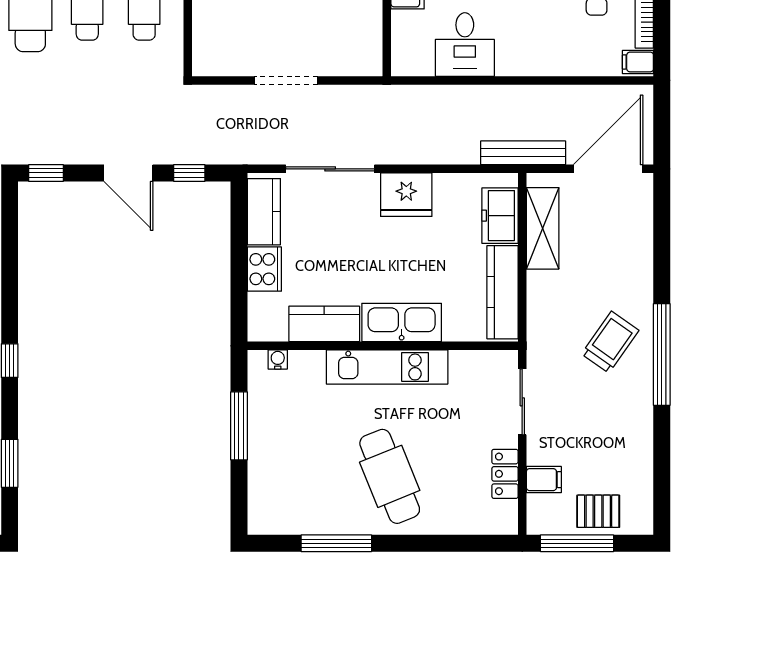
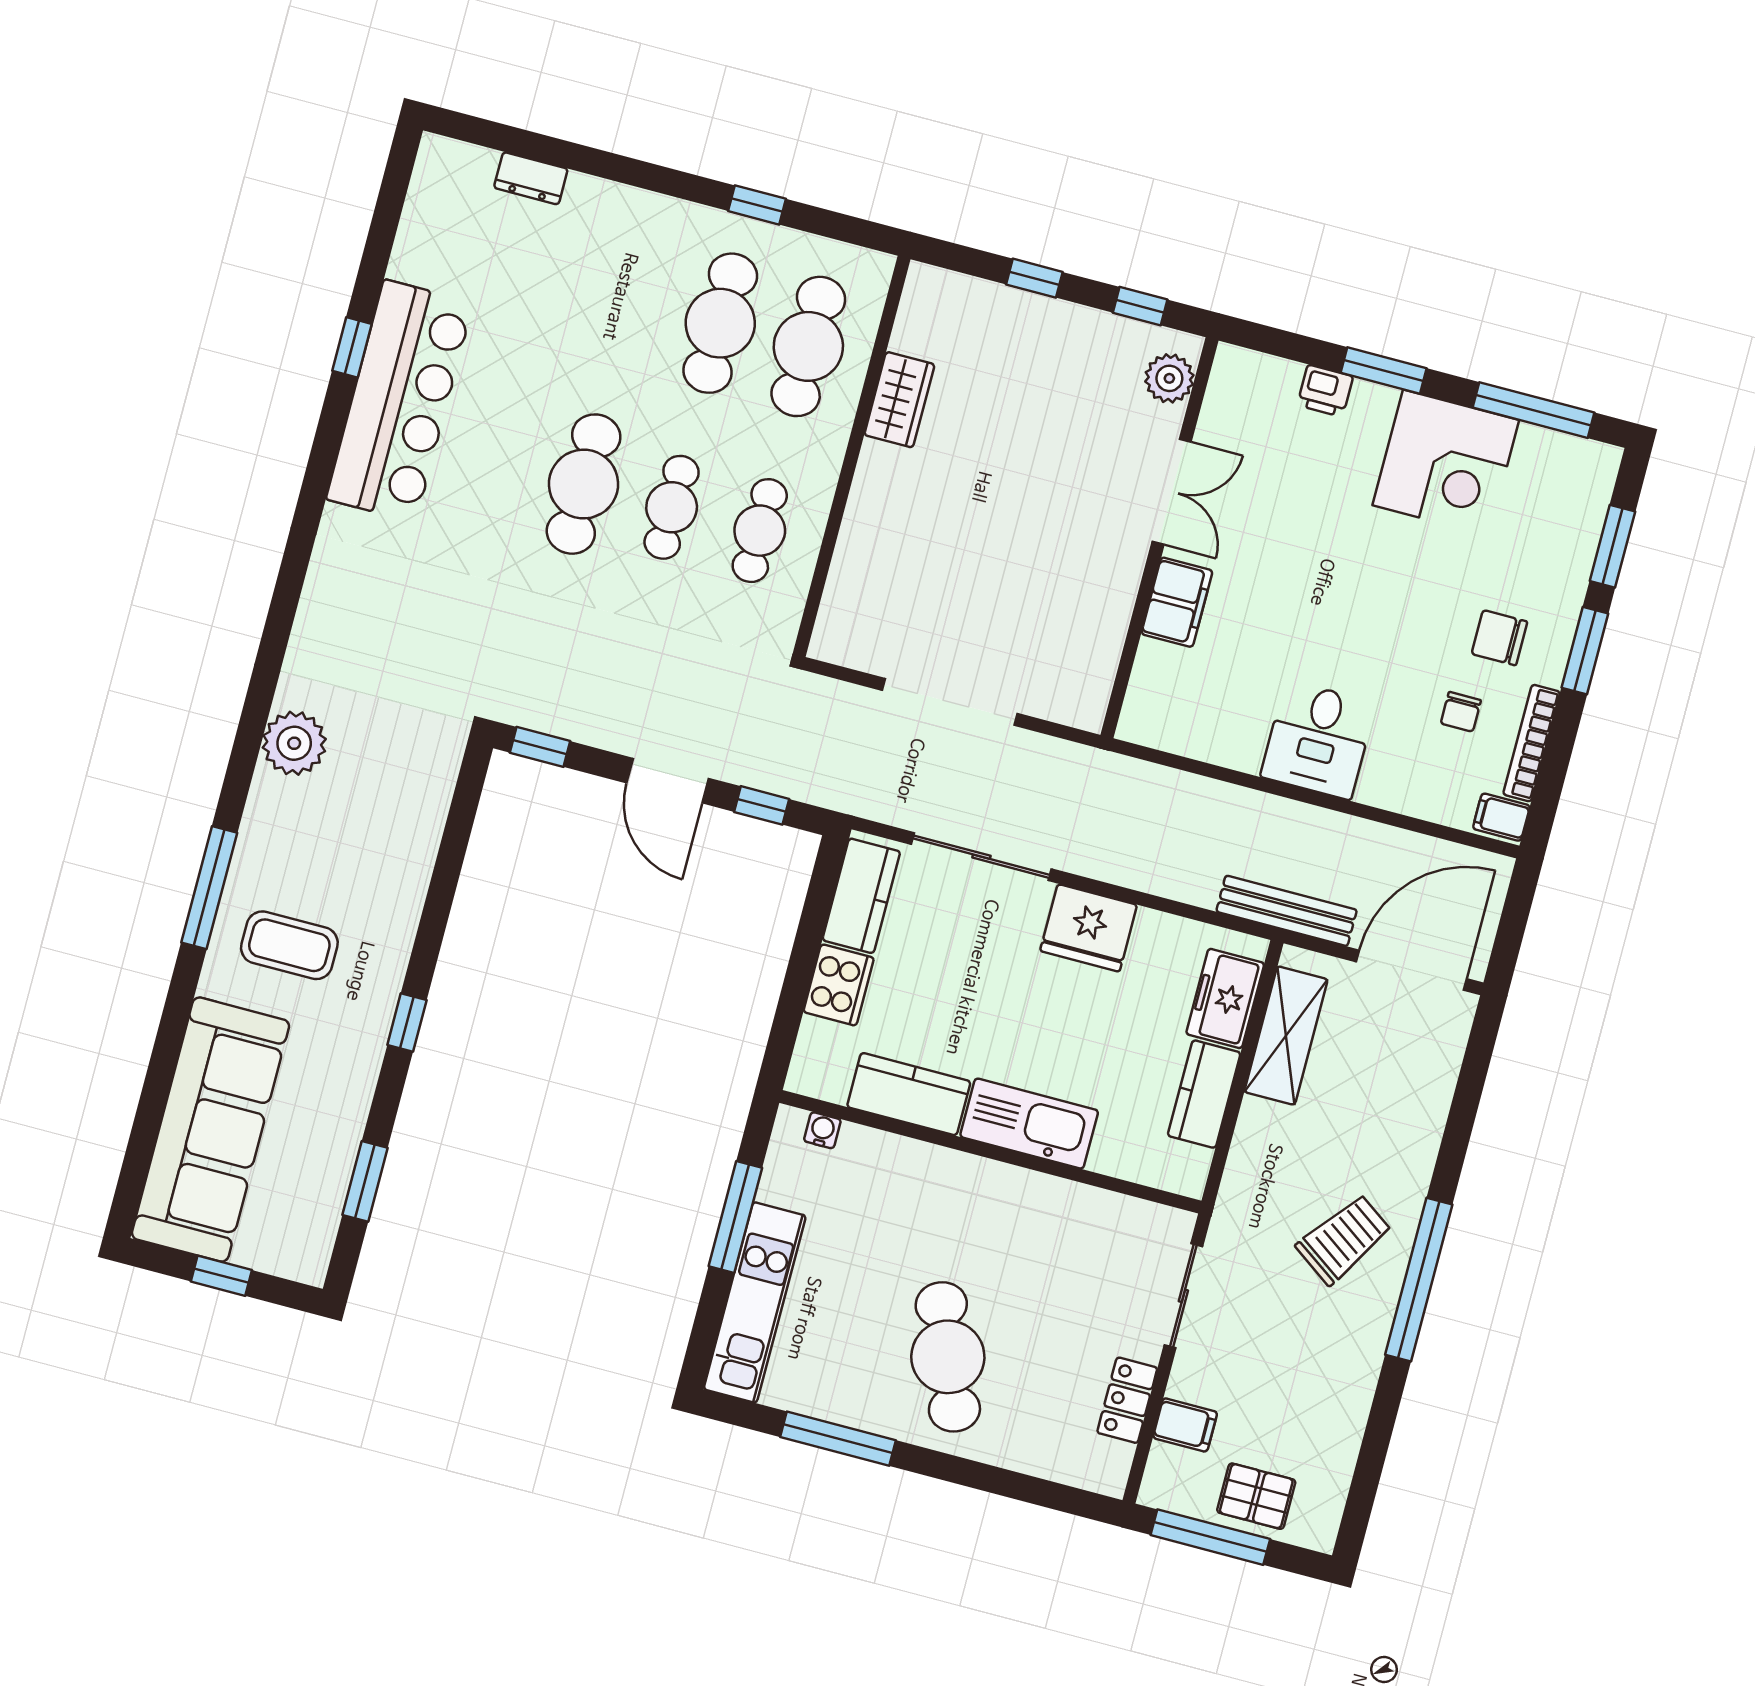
desk: (465, 44) -> (1318, 740), moved
doorway: (286, 80) -> (950, 702), width x1.36
kitchen counter: (503, 292) -> (1204, 1094), width x0.67
kitchen unit: (387, 367) -> (755, 1302), moved, turned -90

